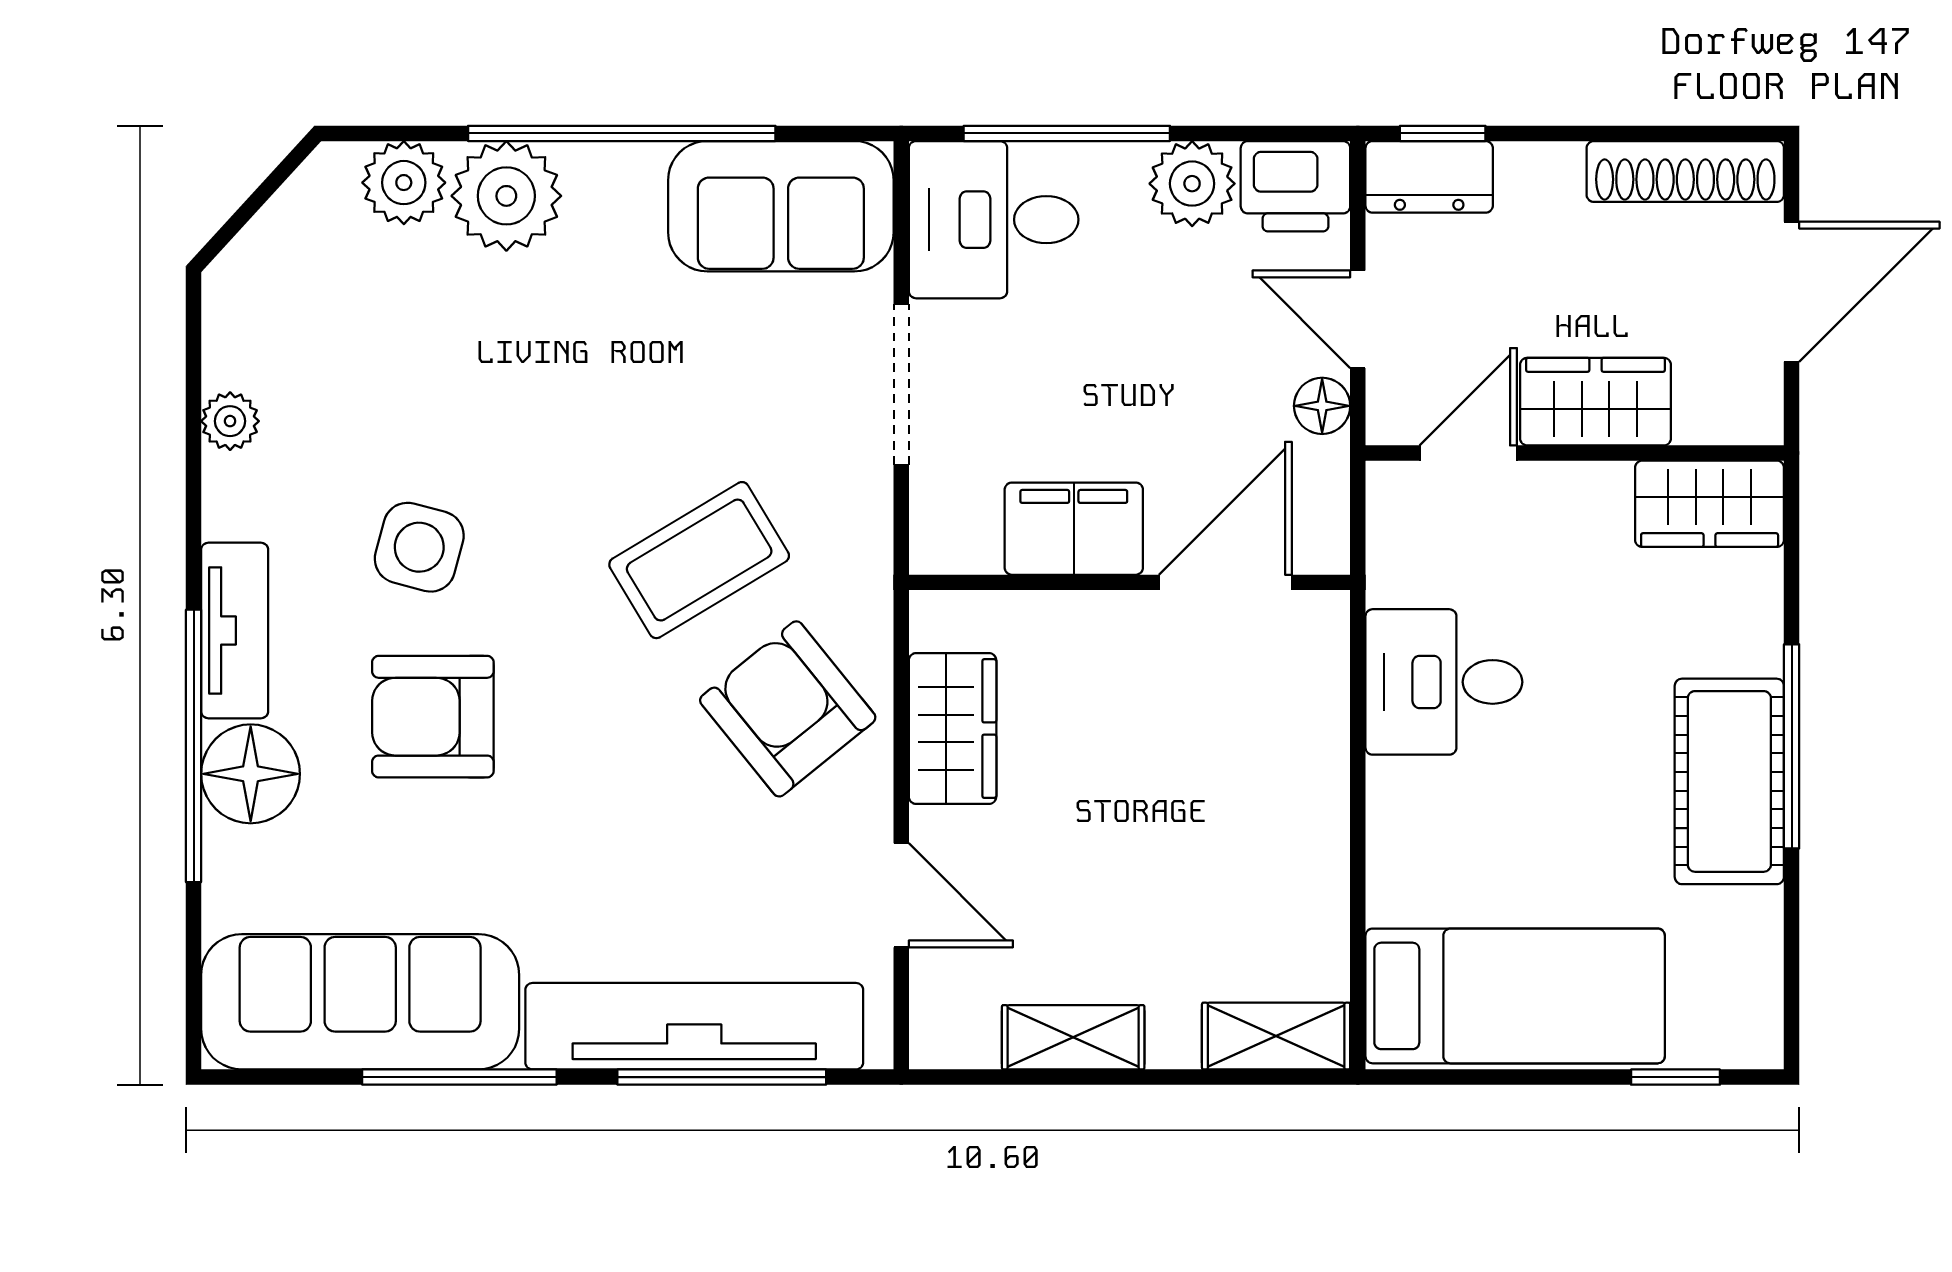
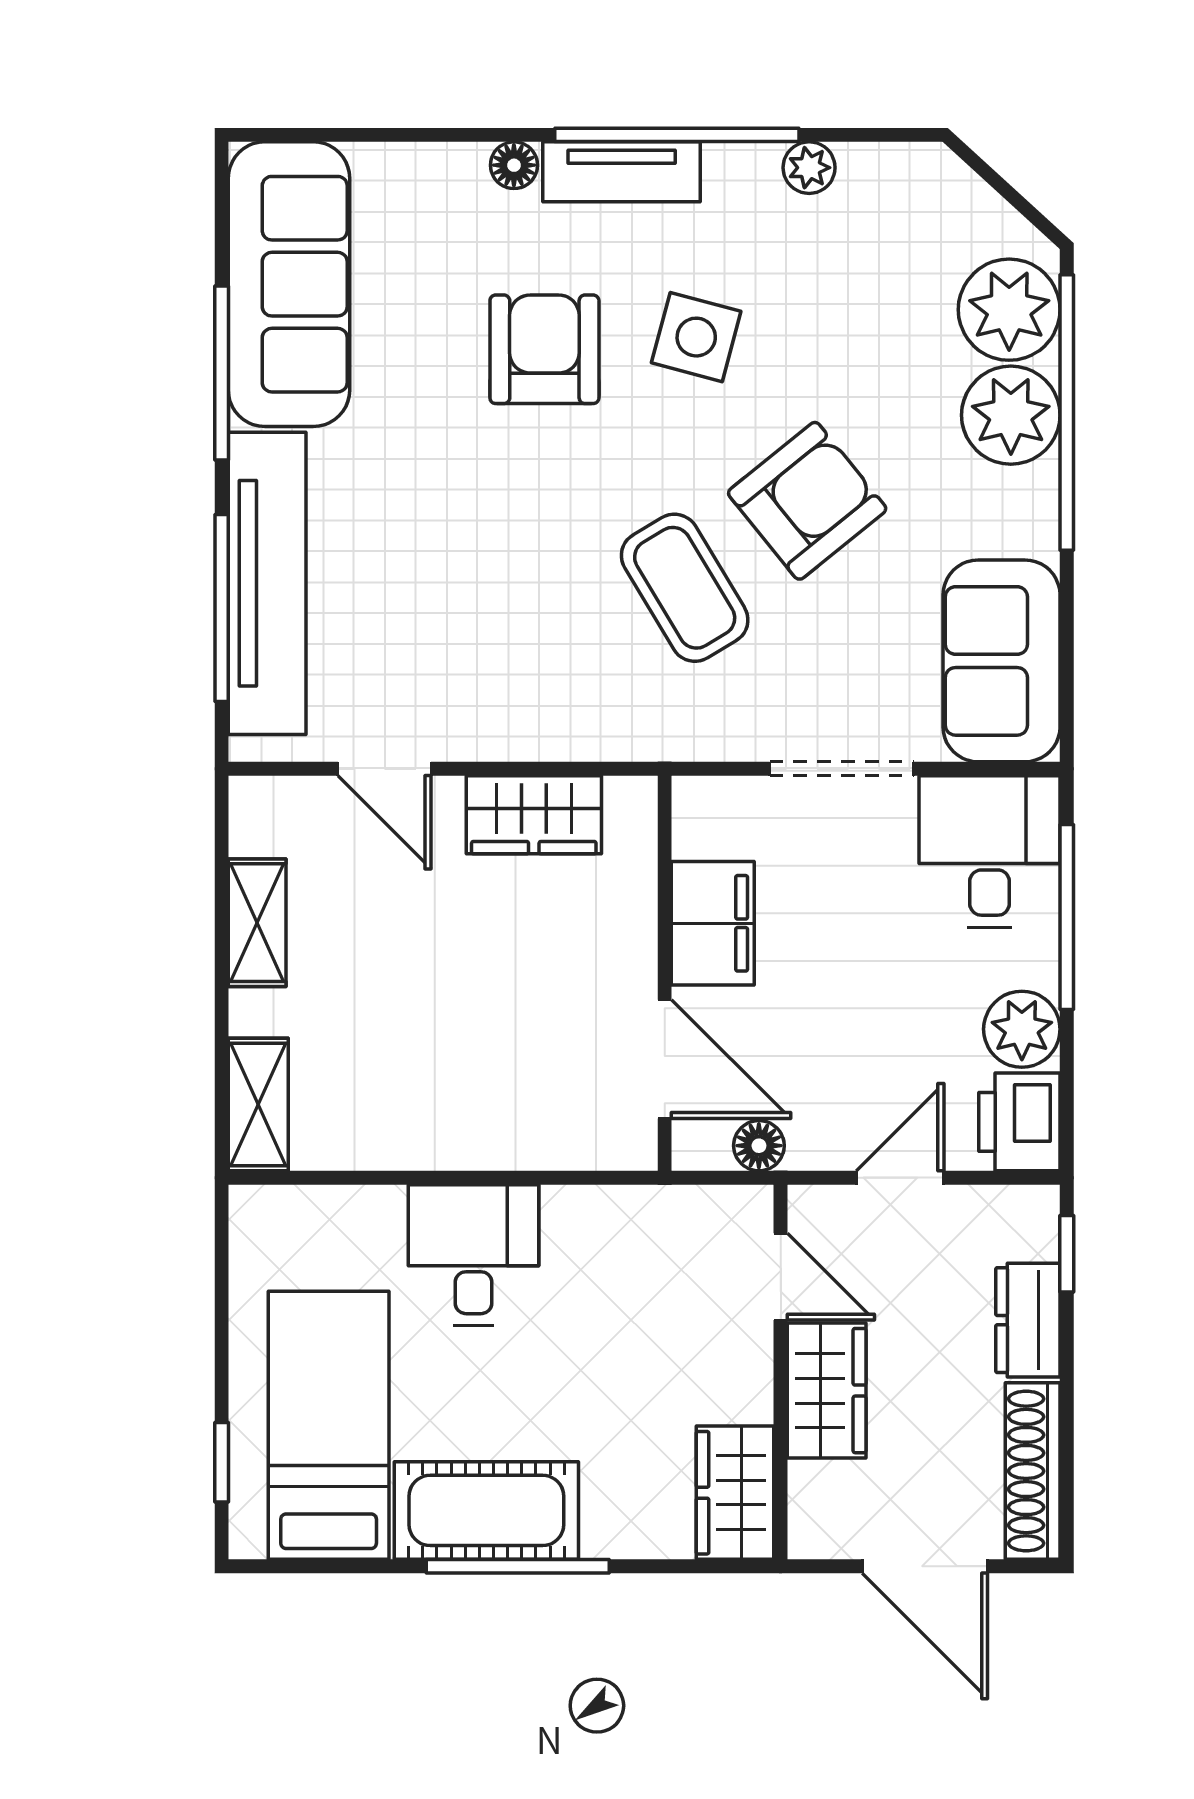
window: (622, 133) -> (1067, 413), moved
dresser: (1429, 177) -> (1028, 1320), moved
plant: (404, 183) -> (1009, 310), width x1.36, depth x1.36
floor lamp: (1322, 406) -> (759, 1146), moved
desk: (1444, 682) -> (474, 1255), moved
armchair: (788, 709) -> (807, 501), moved
window: (194, 746) -> (677, 135), moved
floor lamp: (251, 774) -> (514, 165), width x0.53, depth x0.53
door: (901, 895) -> (384, 769), hinge flipped
bed: (1515, 996) -> (329, 1425), moved, turned 180

